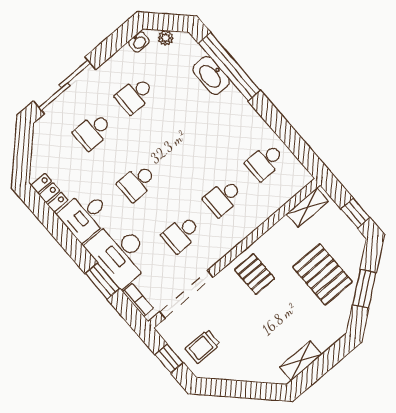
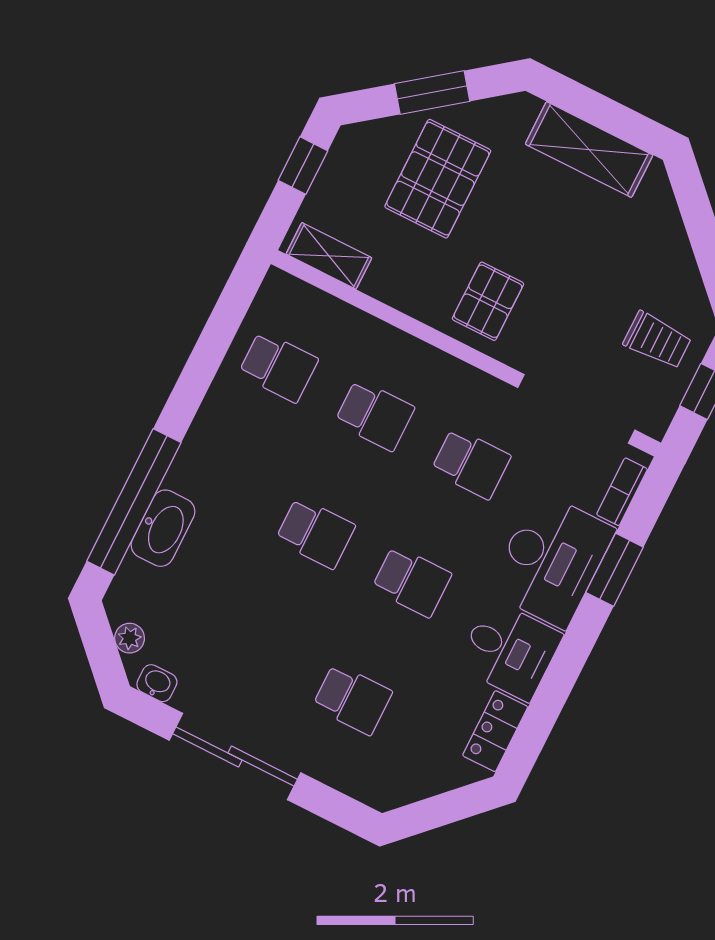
sliding door: (65, 85) -> (235, 756), moved
school desk: (135, 95) -> (315, 533), moved
shelving: (301, 361) -> (589, 150), width x1.50, depth x1.33

